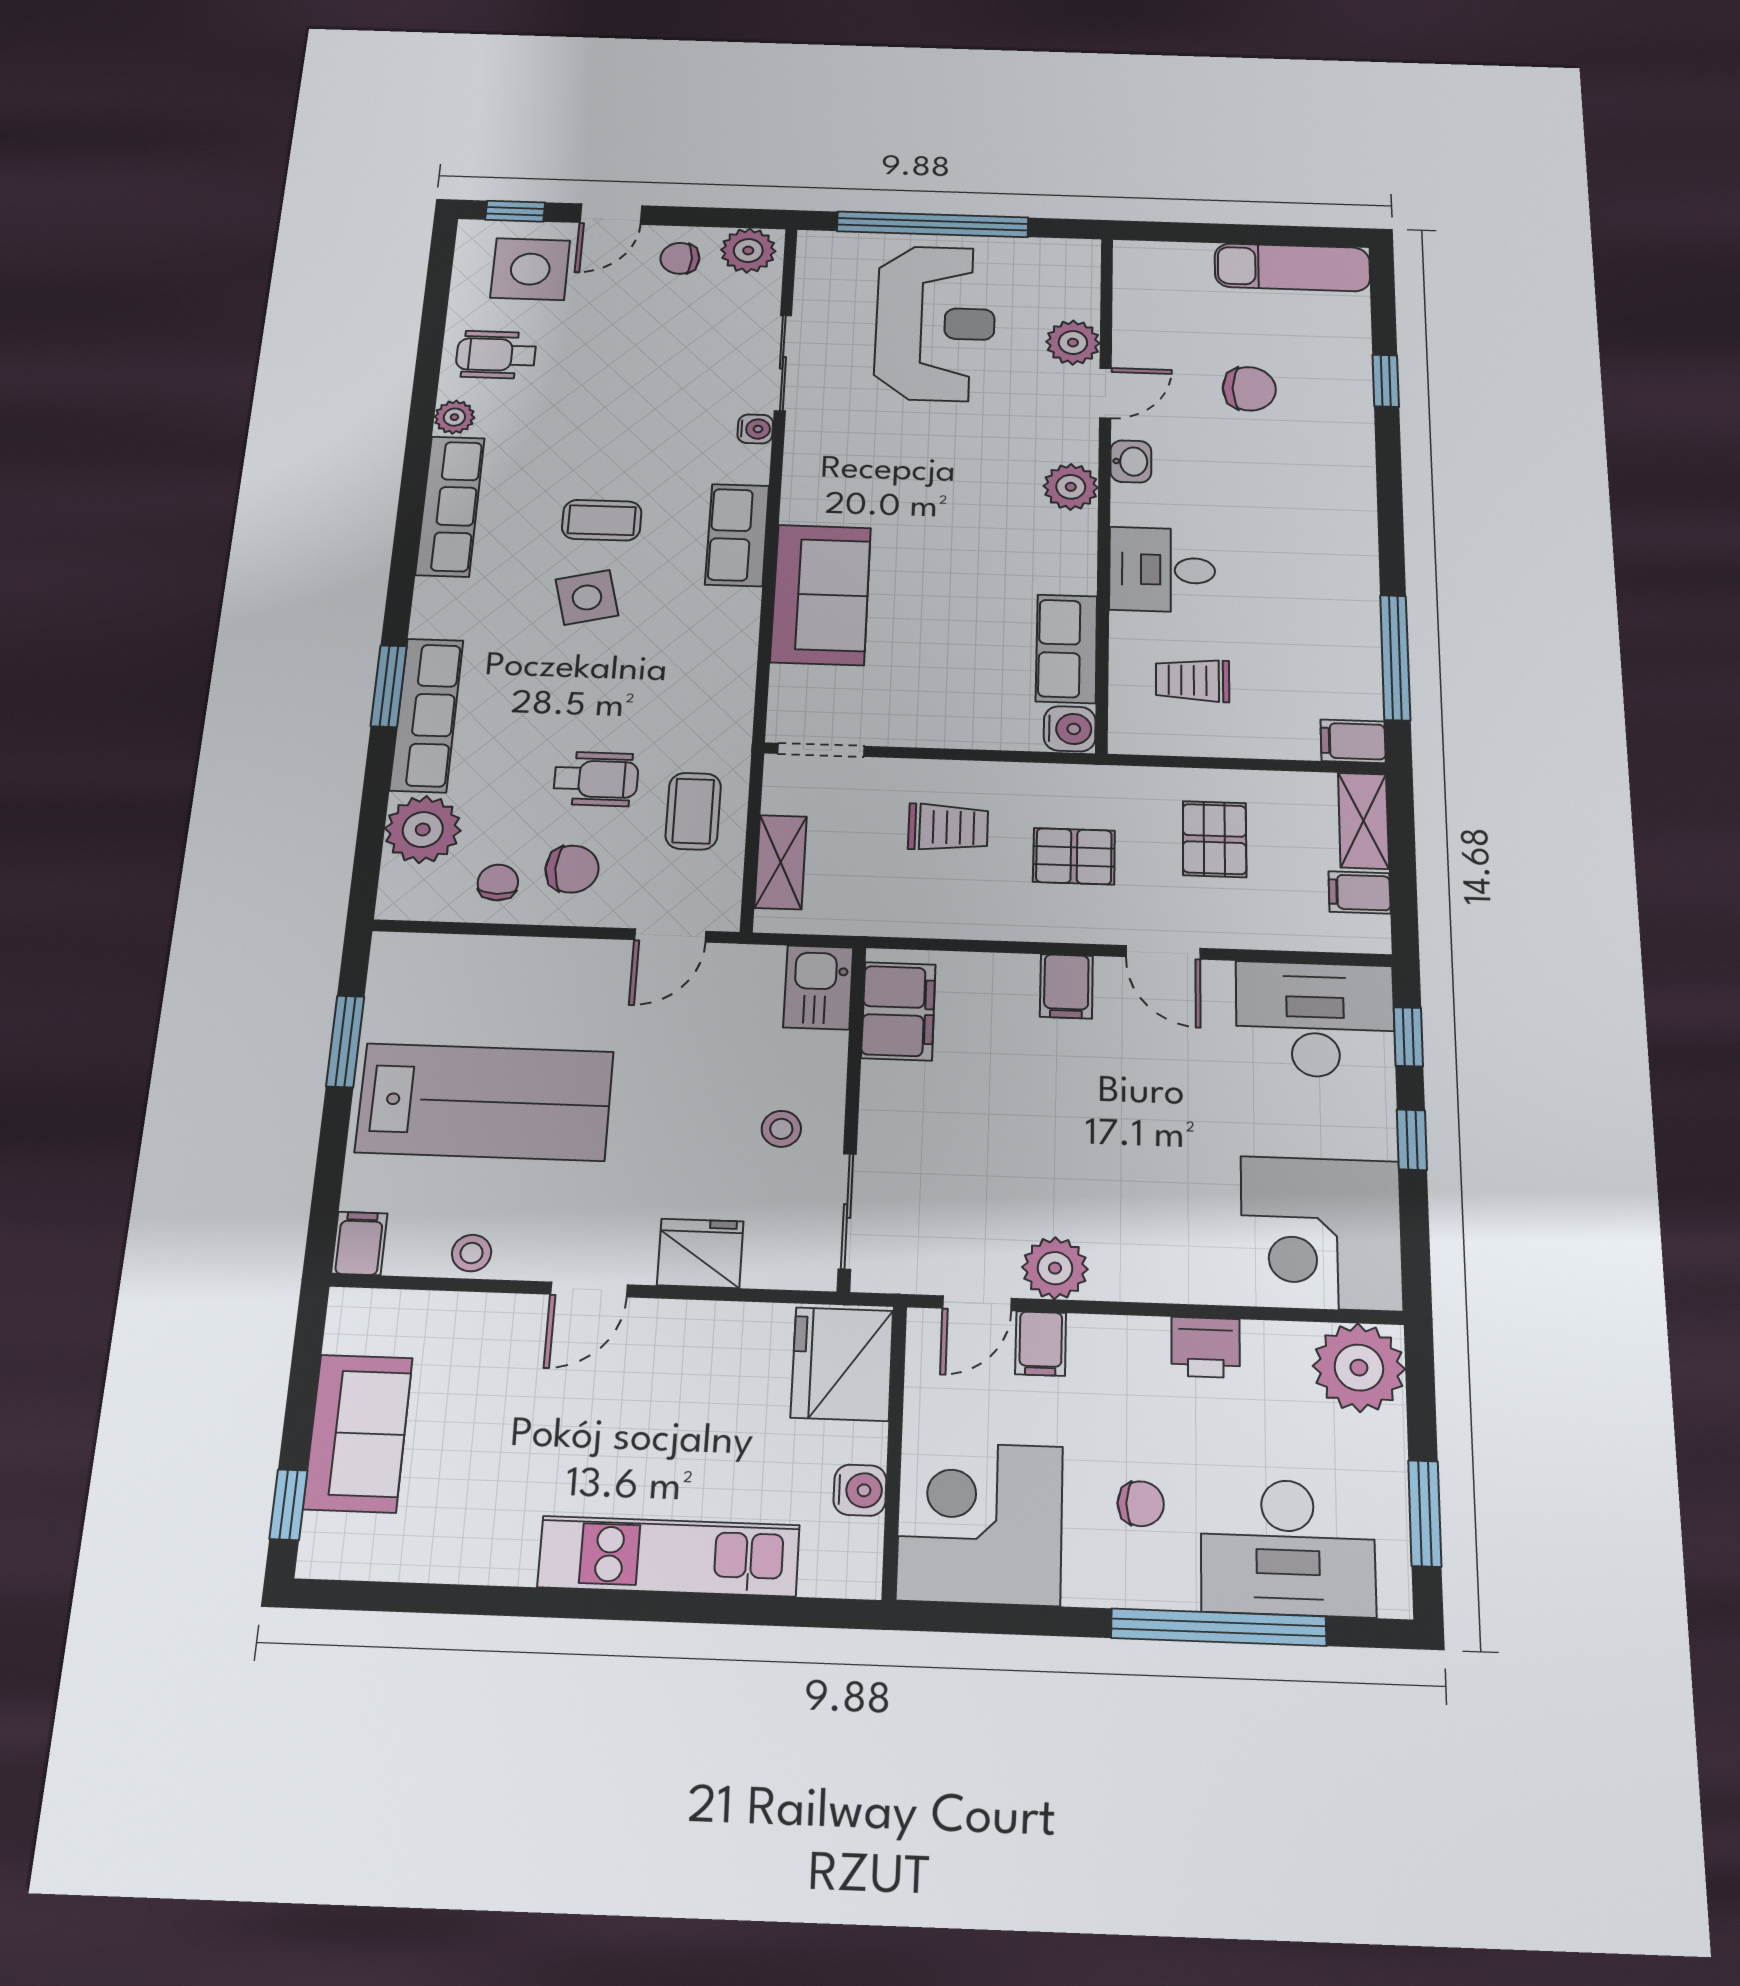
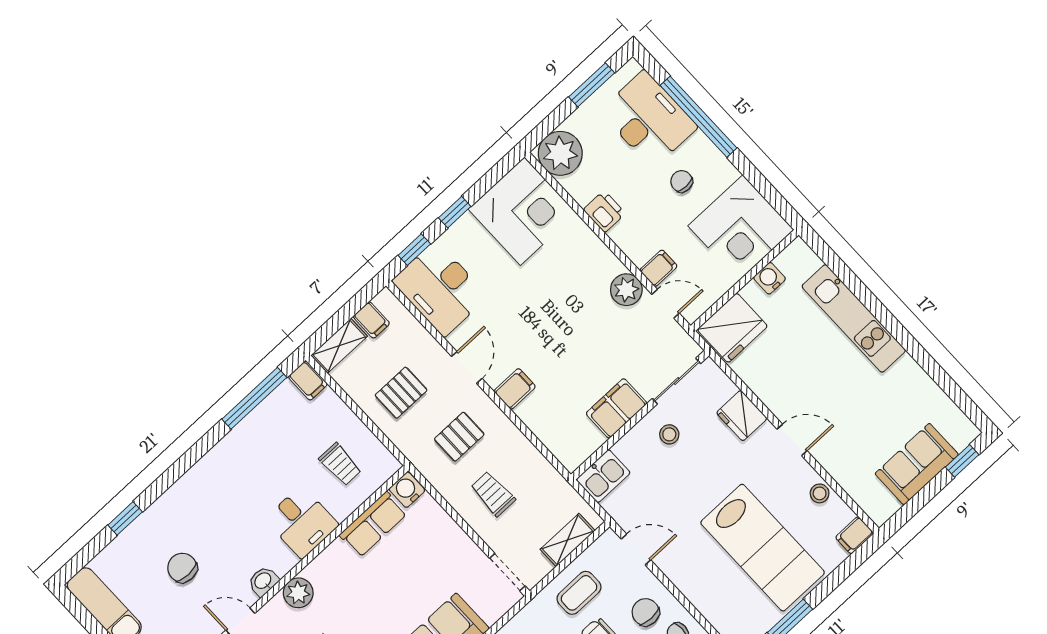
pallet: (1074, 856) -> (459, 437), turned 90
filing cabinet: (898, 1011) -> (616, 408), moved
lab bench: (485, 1102) -> (763, 548), turned 180

